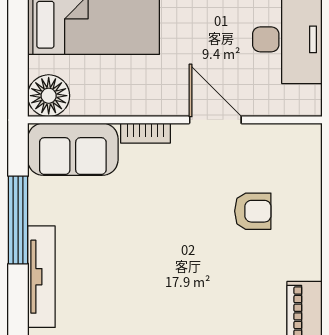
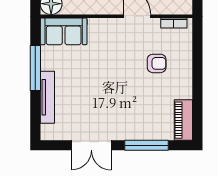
bookcase: (146, 133) -> (174, 23), moved

